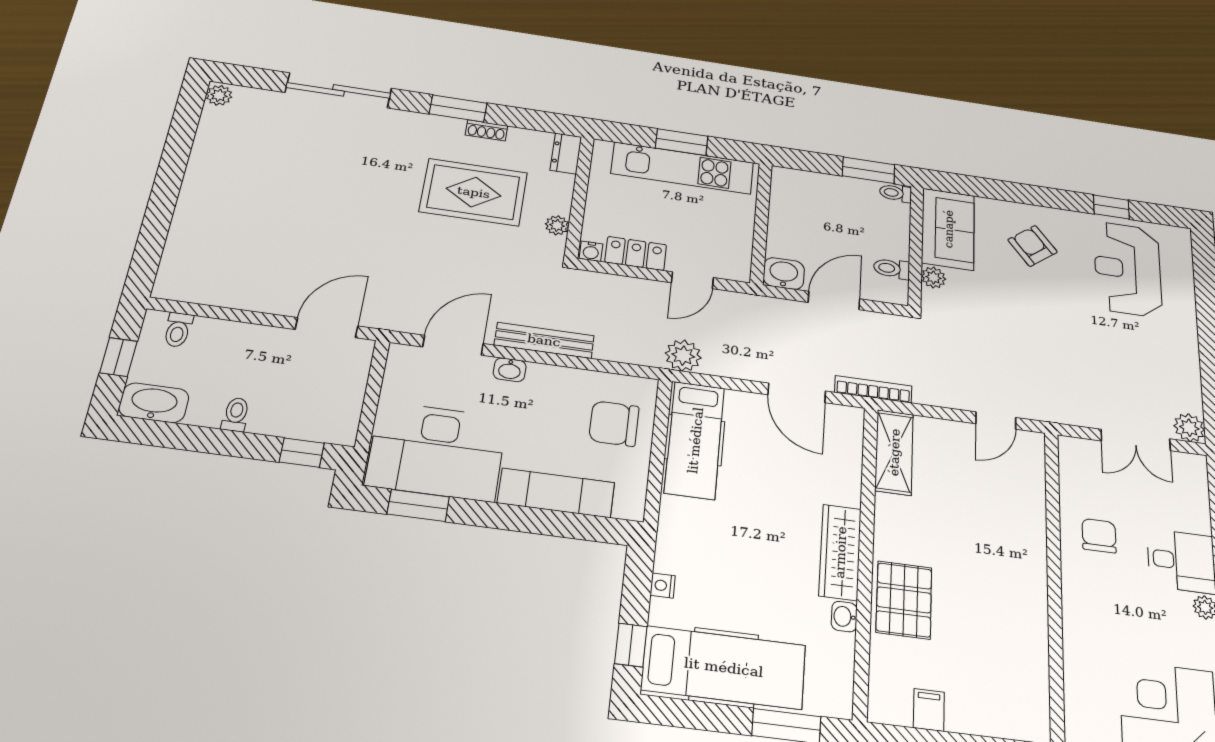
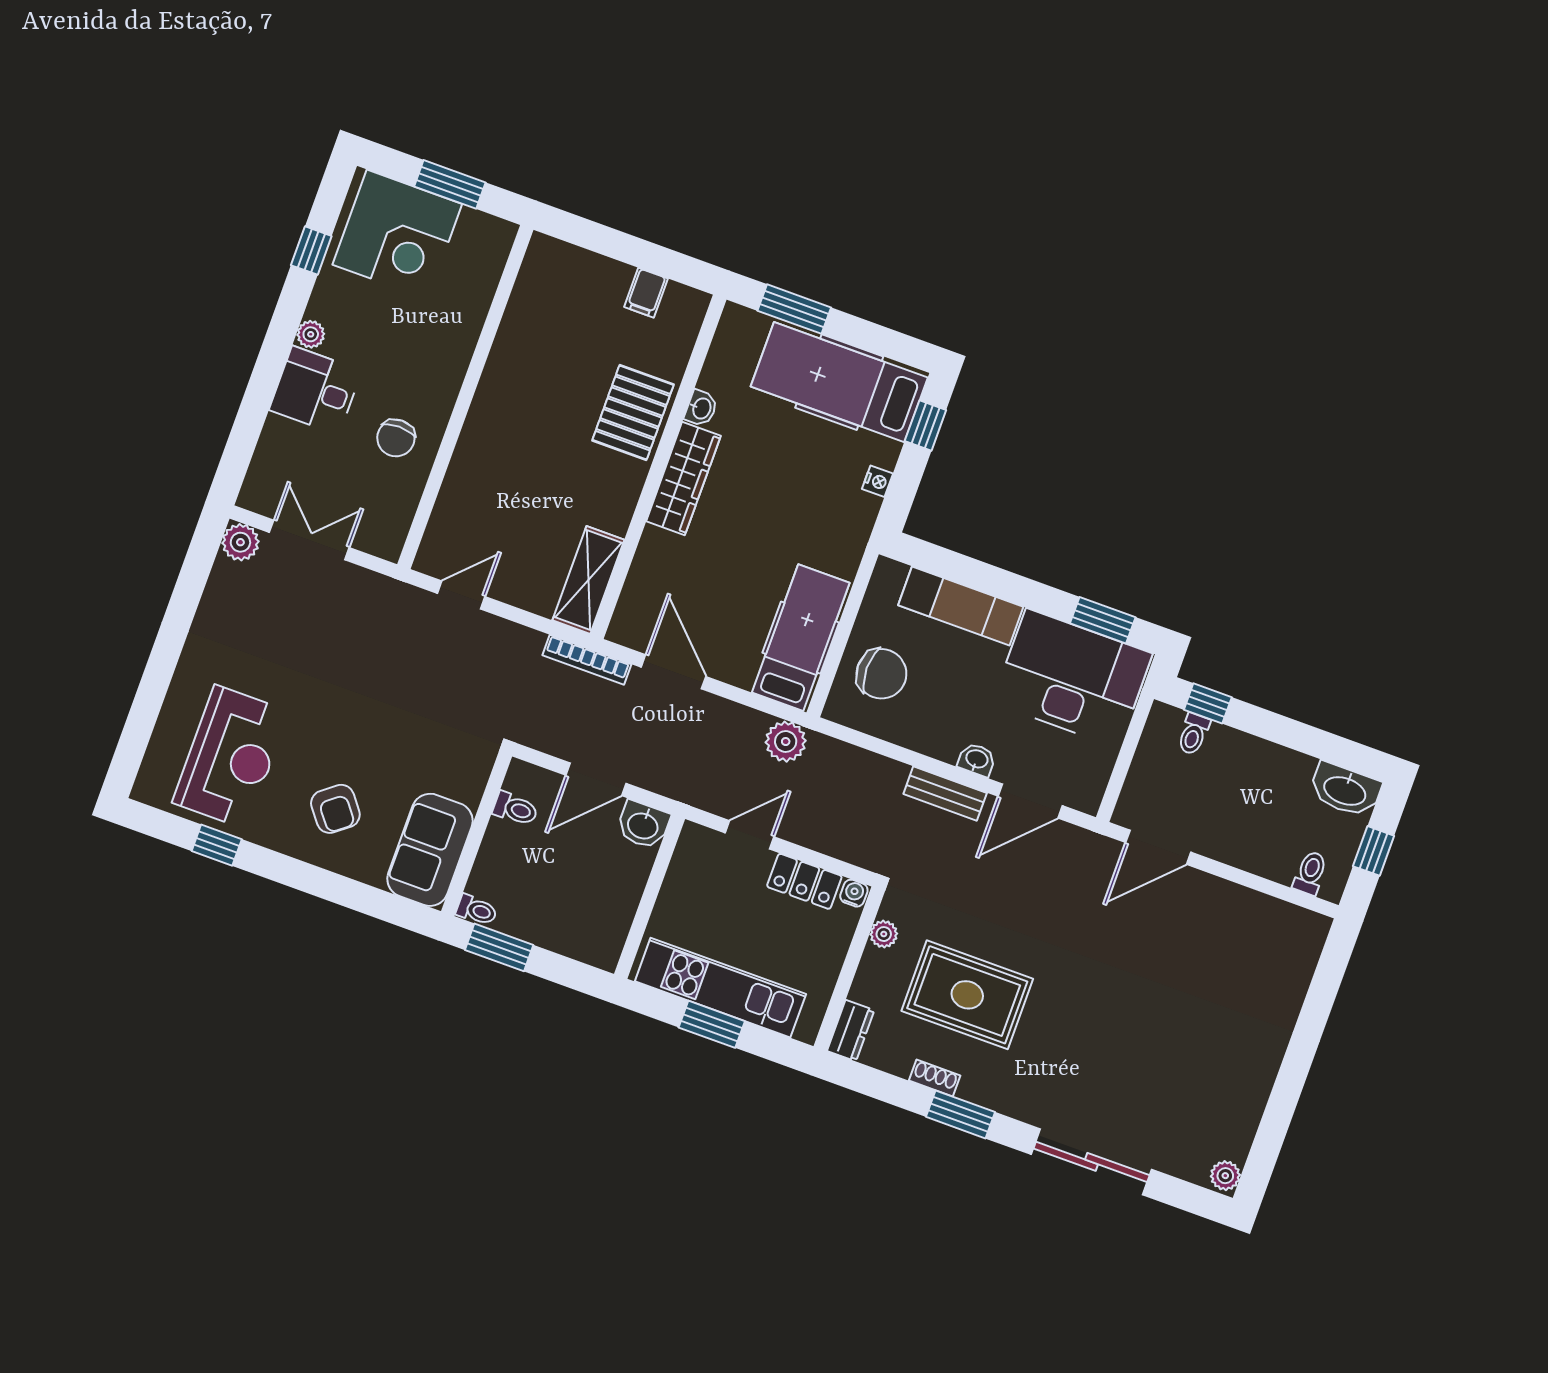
plant: (933, 277) -> (470, 788), removed
bench: (544, 340) -> (945, 794), width x0.73
toilet: (236, 415) -> (1193, 734), moved

